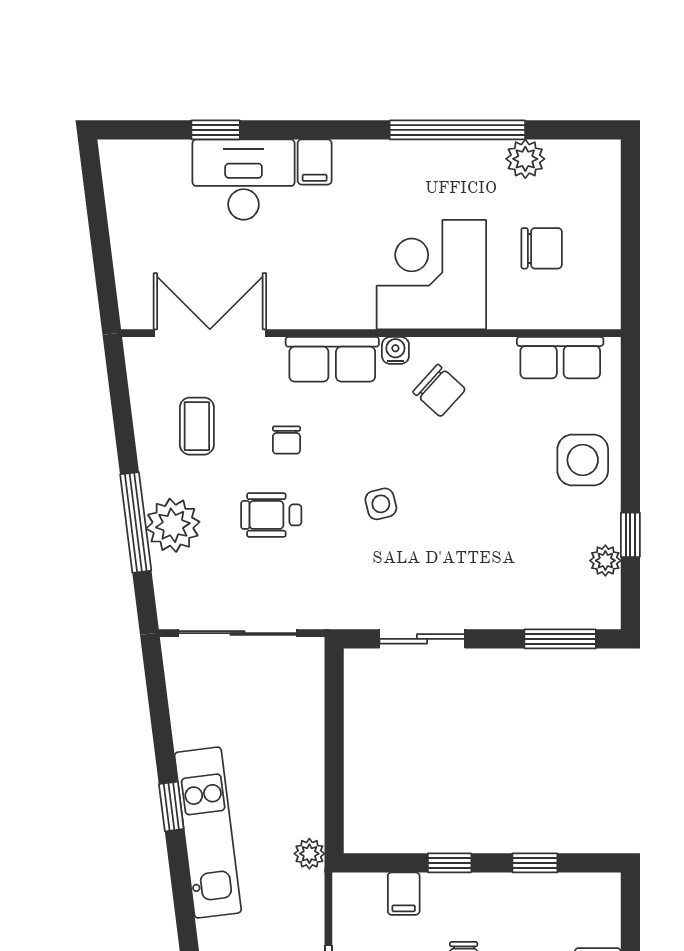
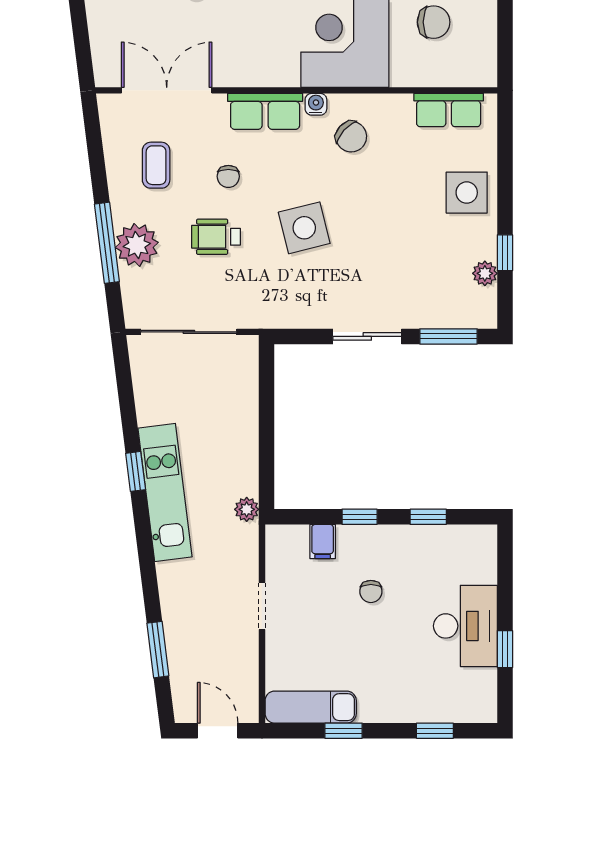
side table: (381, 504) -> (304, 228), width x1.87, depth x1.87
sliding door: (422, 639) -> (367, 336), moved

